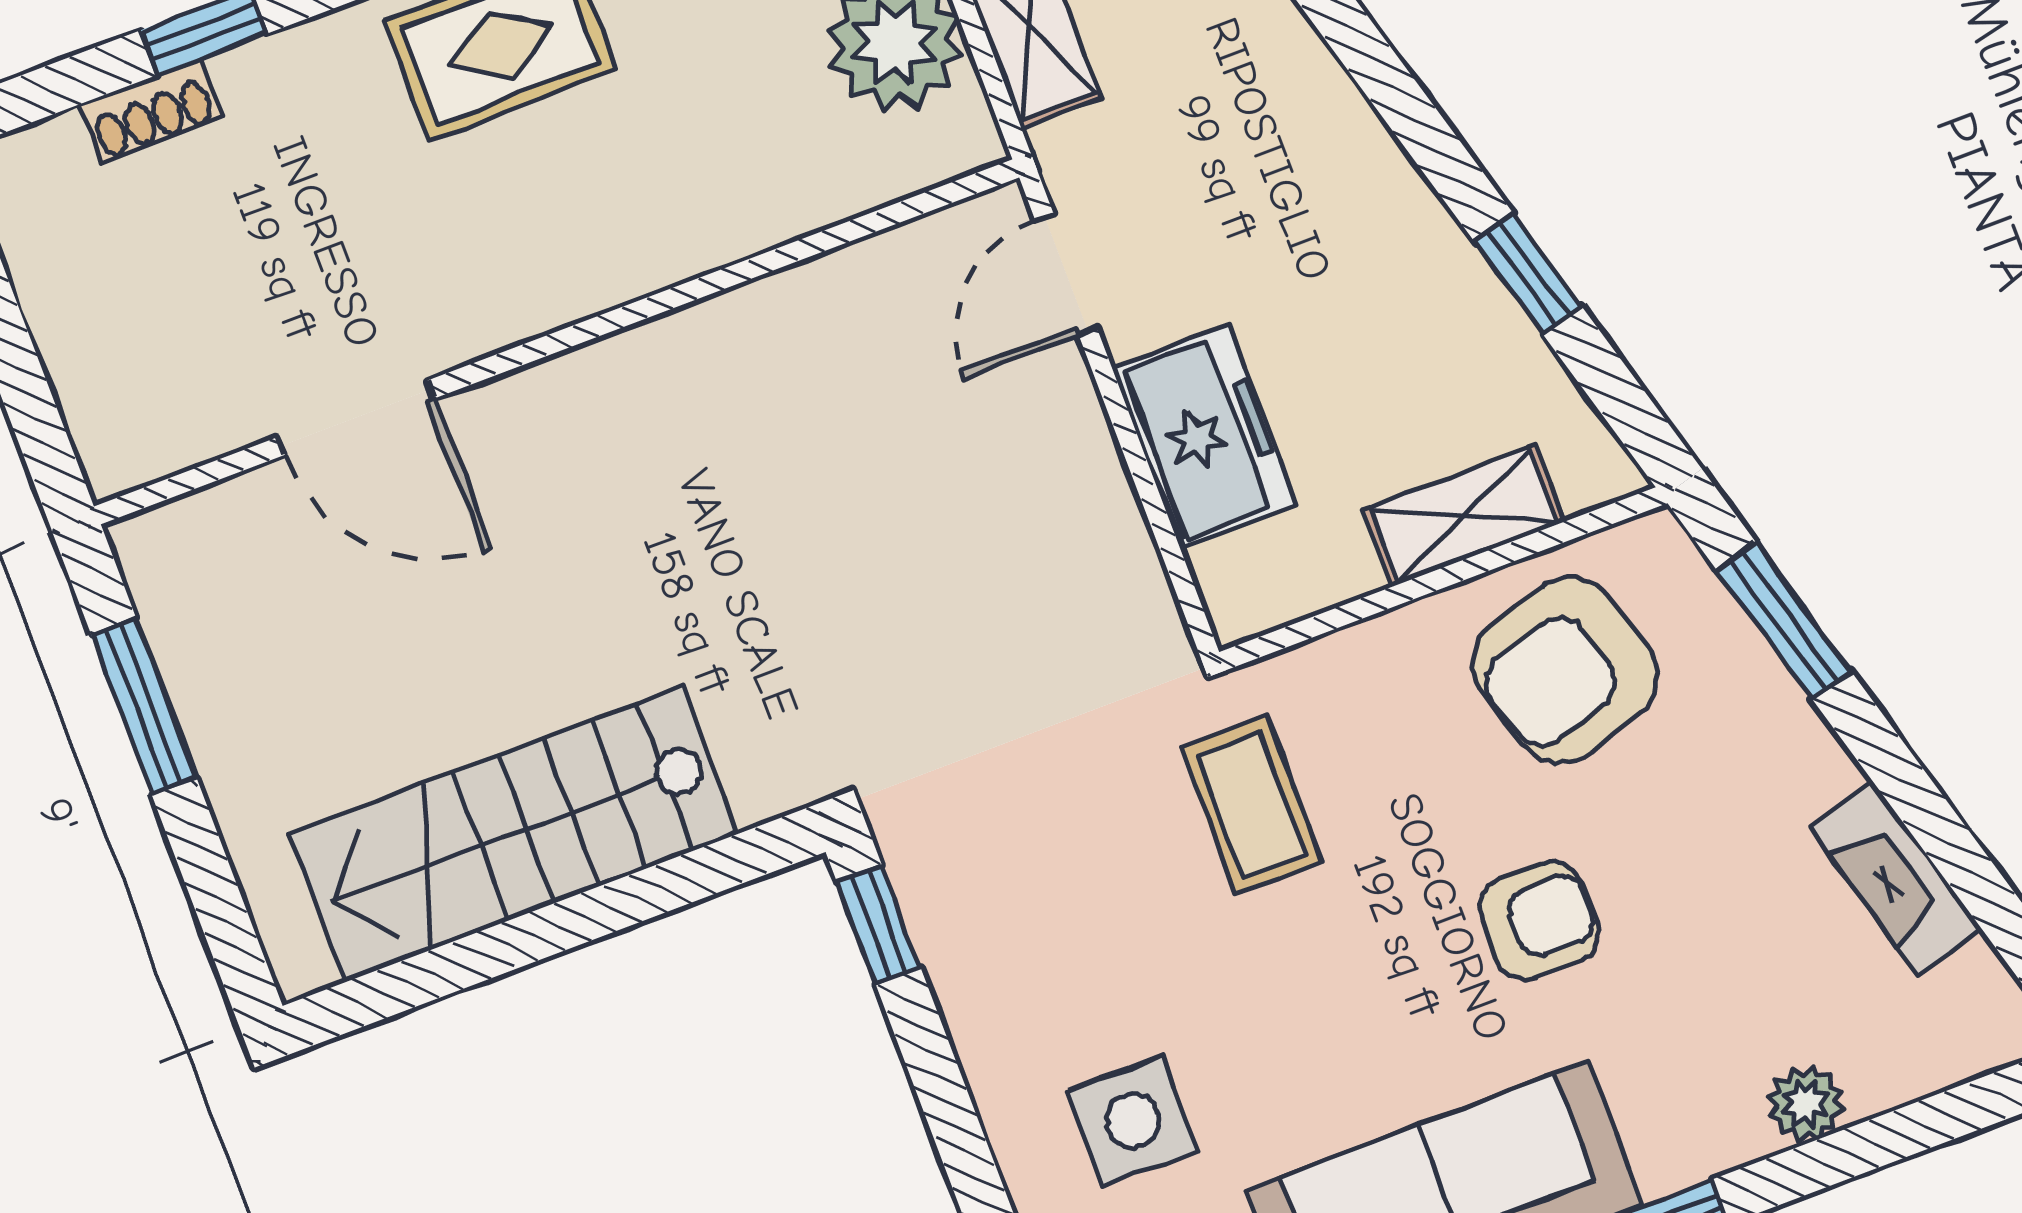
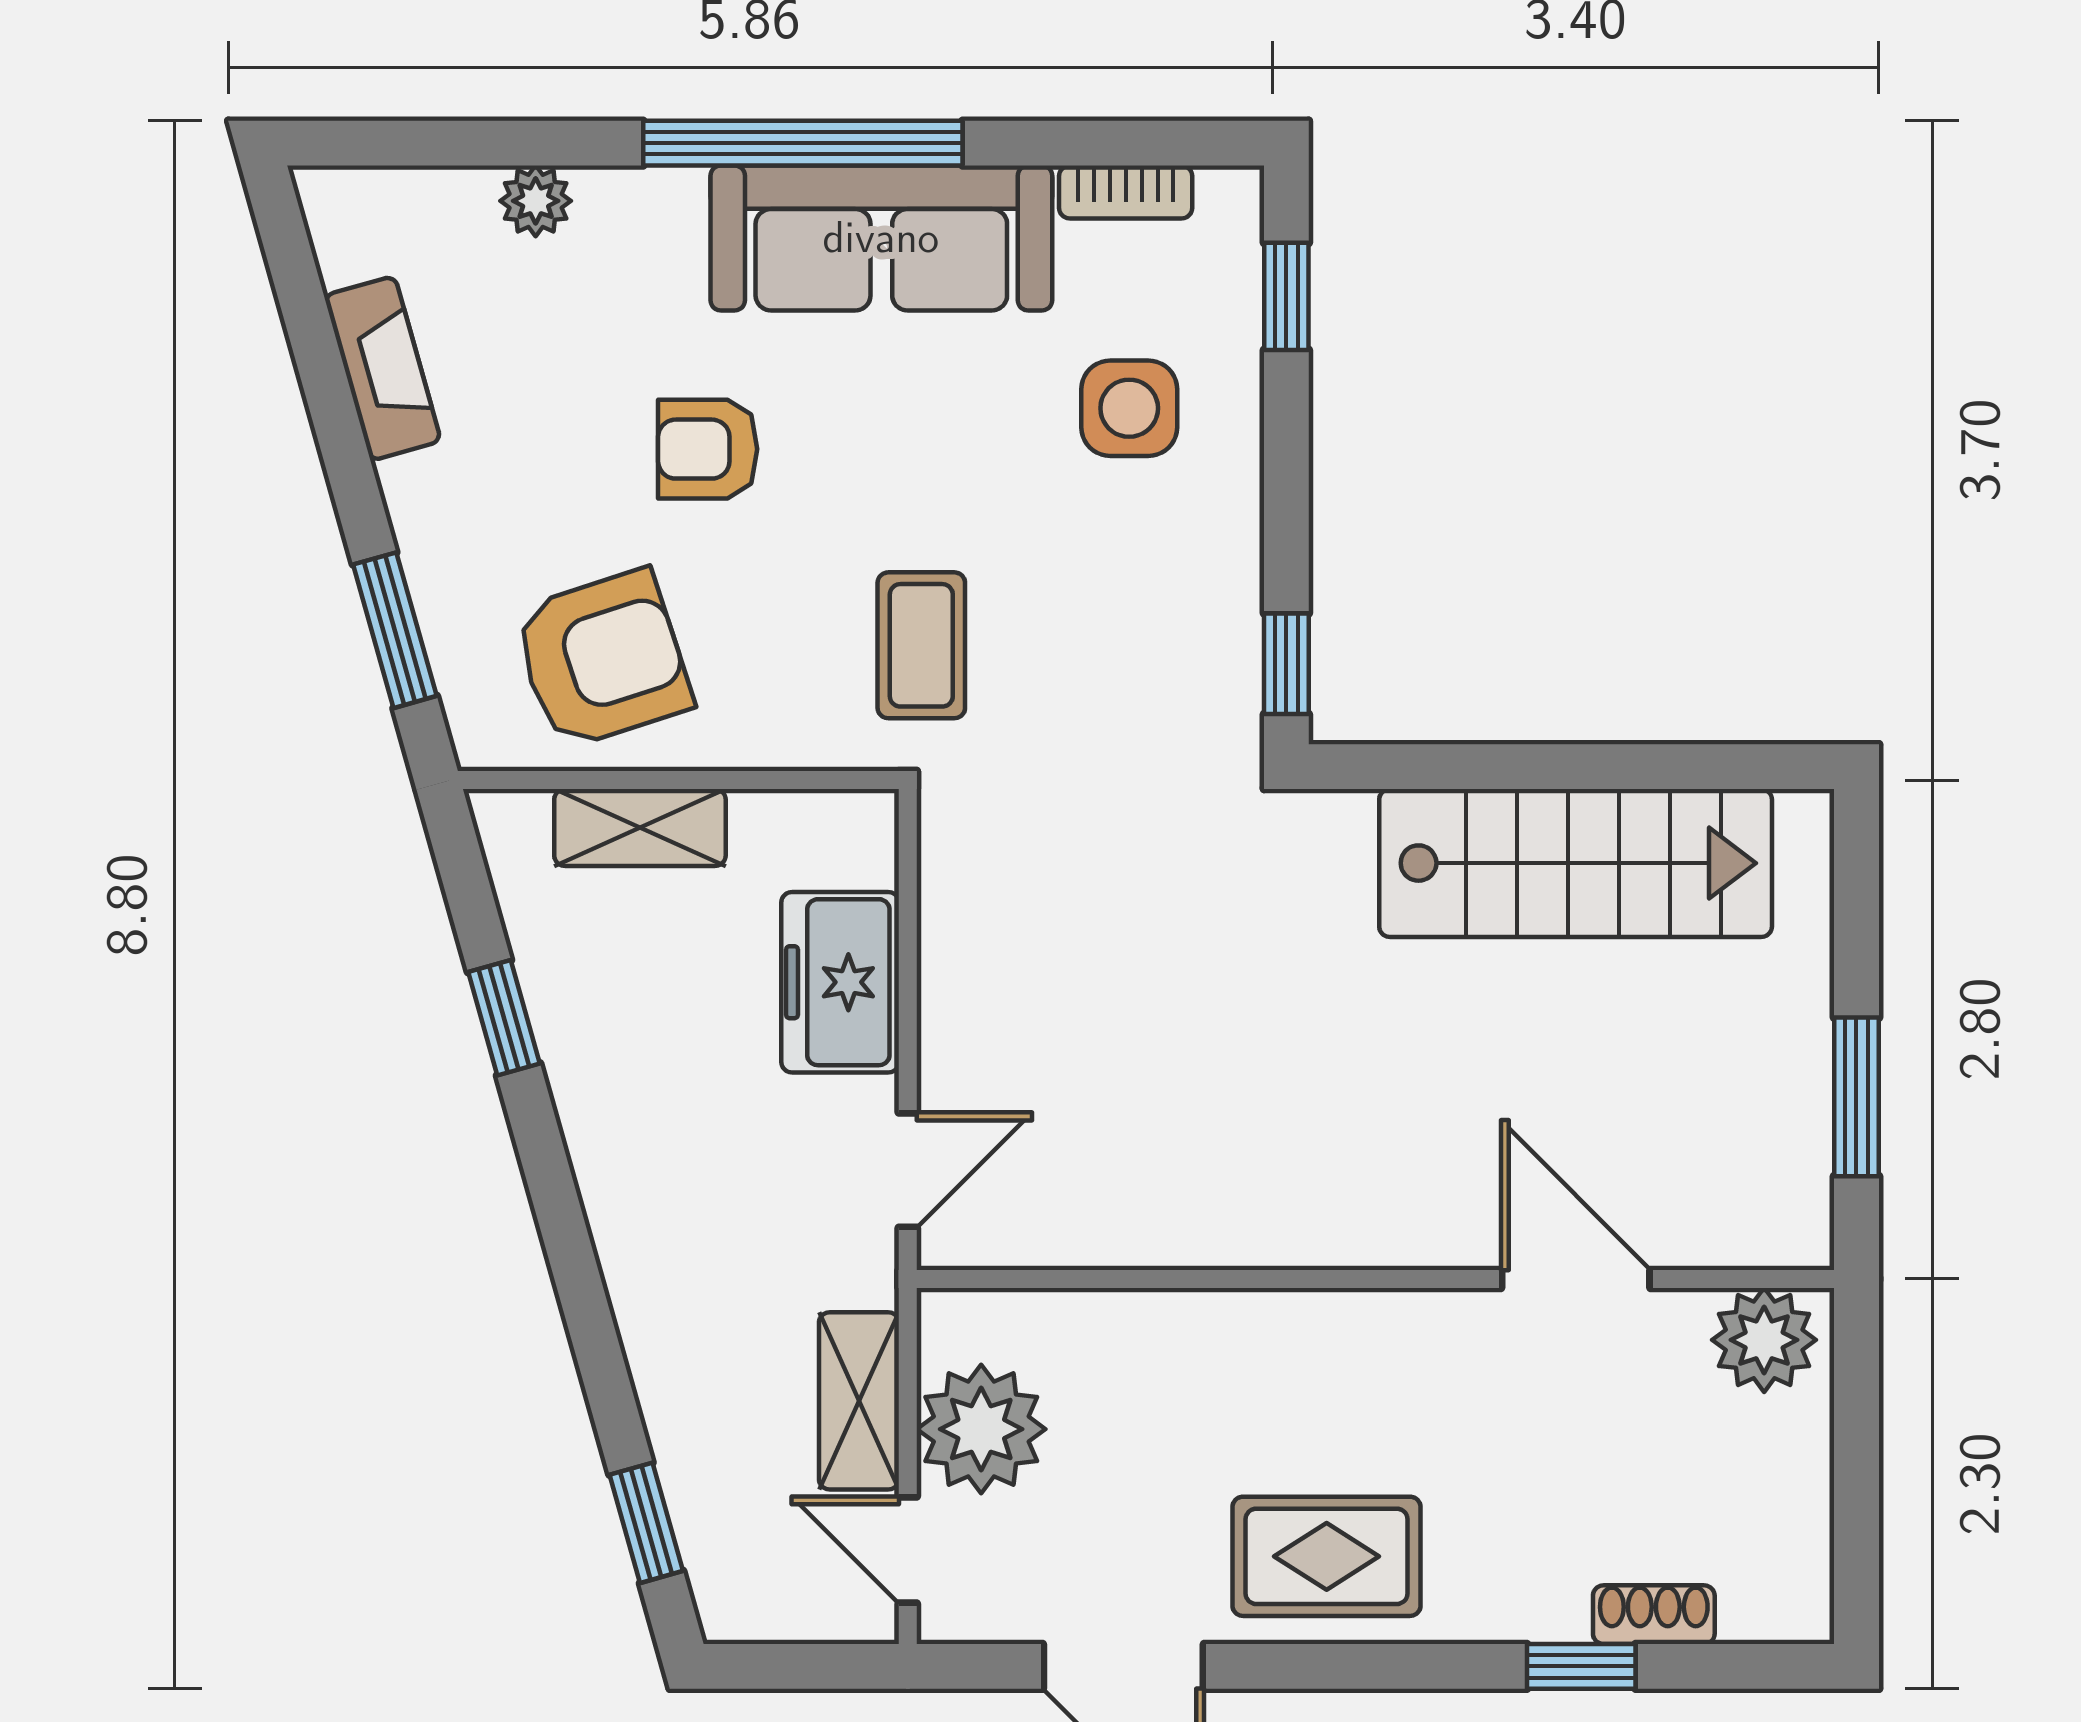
plant: (144, 428) -> (1764, 1340), added

